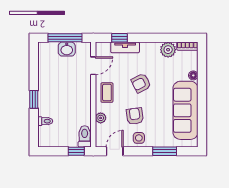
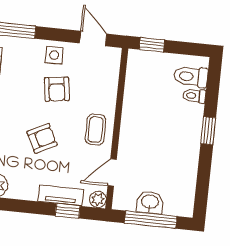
plant: (101, 118) -> (98, 199), moved
toilet: (85, 136) -> (191, 77), moved, turned 90
door: (115, 151) -> (93, 39), swing flipped

